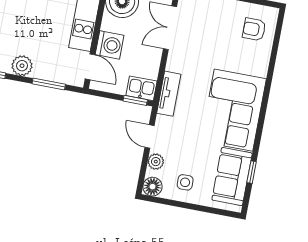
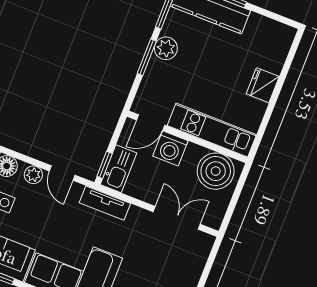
window: (49, 84) -> (147, 57), moved
kitchen sink: (141, 88) -> (119, 169), width x1.38
door: (149, 137) -> (62, 173), swing flipped

